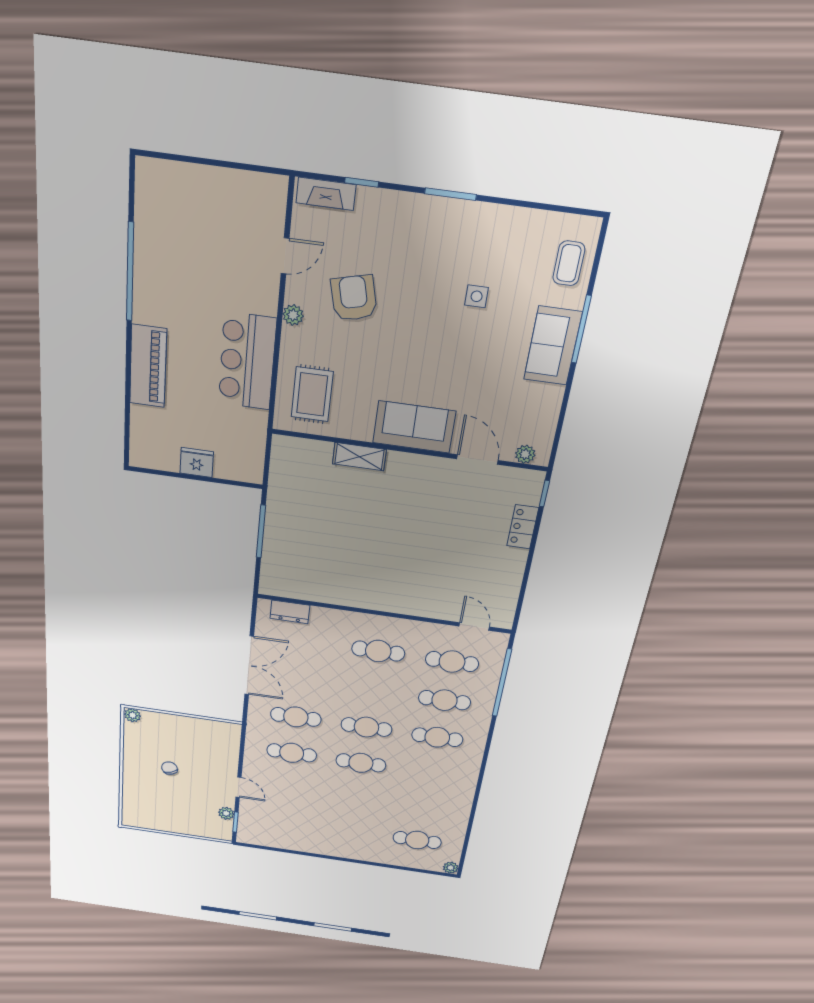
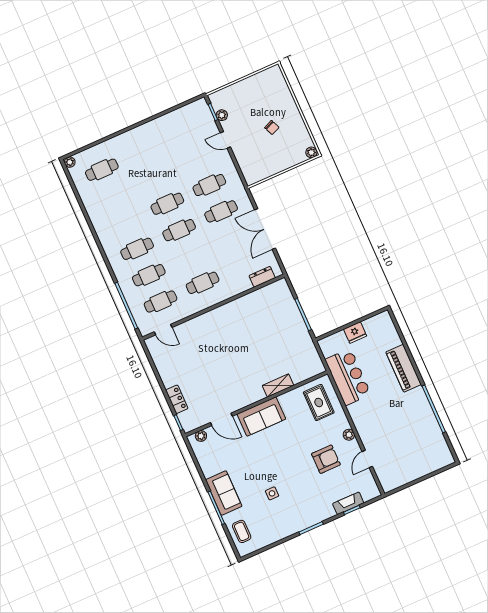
fireplace: (326, 194) -> (348, 503), moved
armchair: (354, 298) -> (326, 459), turned -76
bar counter: (247, 361) -> (348, 377), moved

